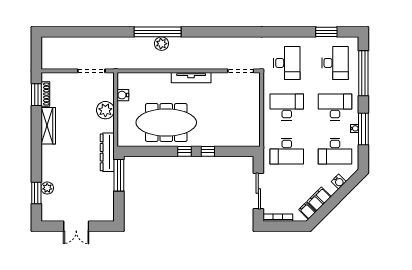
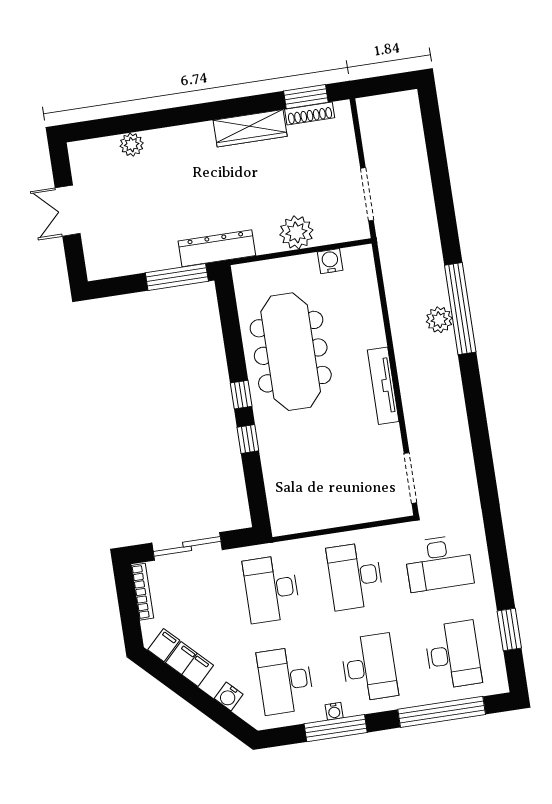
desk: (335, 63) -> (453, 655), turned -90
desk: (287, 107) -> (355, 576), turned 180
window: (36, 193) -> (119, 125), removed

